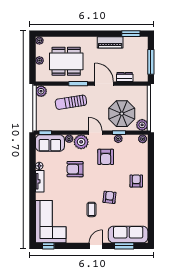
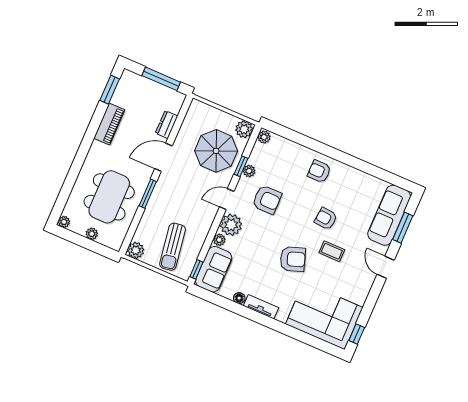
sun lounger: (71, 102) -> (173, 247), moved
armchair: (75, 169) -> (293, 259), moved, turned -109

